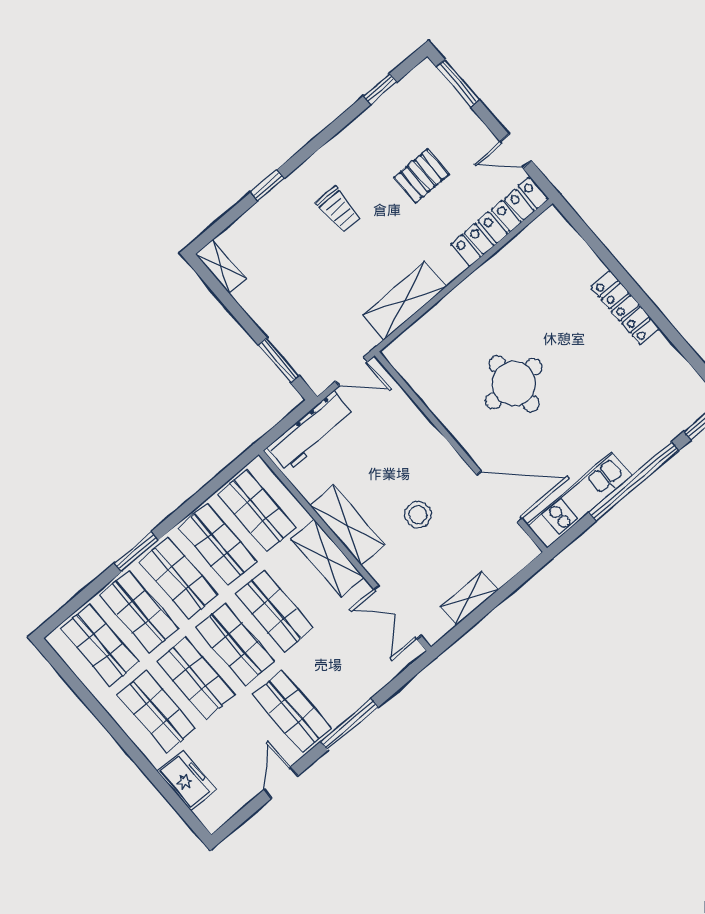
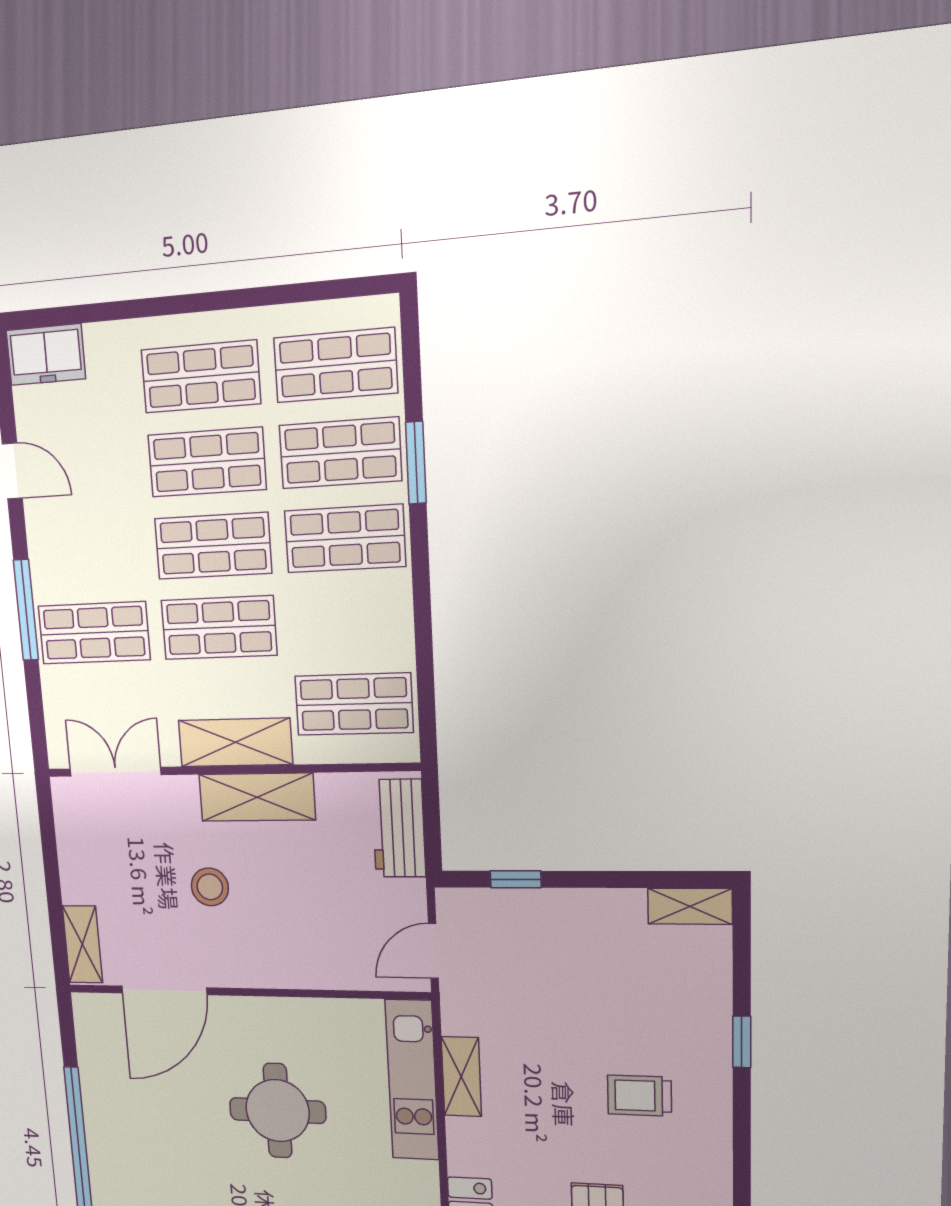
shelving: (405, 301) -> (461, 1077), width x0.67, depth x0.75
window: (279, 360) -> (516, 879), width x0.67
workbench: (311, 431) -> (399, 828), width x0.73
kitchen unit: (579, 500) -> (412, 1080), moved, turned 180
shop shelf: (218, 545) -> (349, 622), removed
window: (136, 552) -> (416, 463), moved
shelving: (469, 598) -> (82, 944), moved
shop shelf: (292, 711) -> (94, 633), moved
freezer: (187, 780) -> (46, 355), moved

